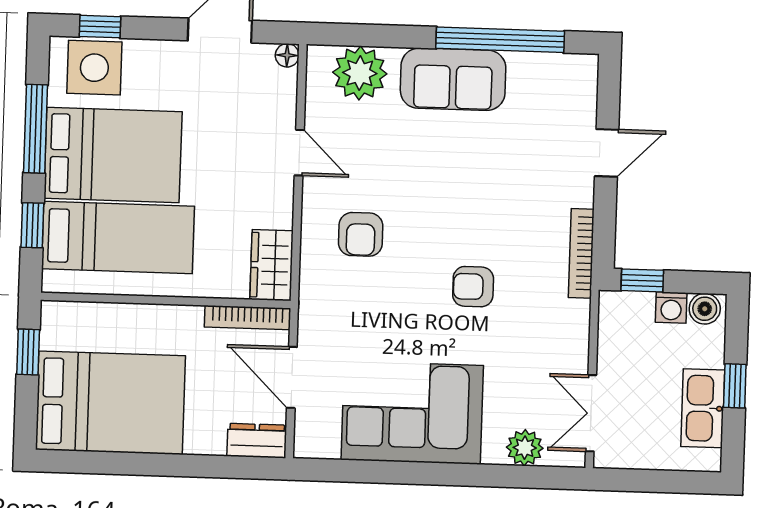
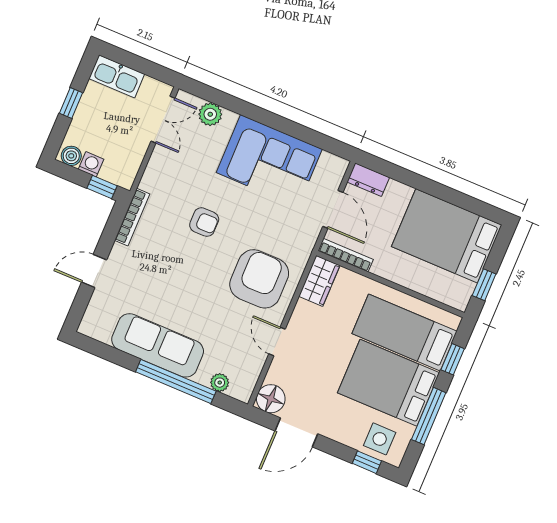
window: (500, 40) -> (176, 381), moved
floor lamp: (287, 55) -> (271, 399), width x1.89, depth x1.89
side table: (94, 68) -> (380, 439), width x0.73, depth x0.73
plant: (360, 73) -> (220, 383), width x0.53, depth x0.53
sofa: (453, 79) -> (158, 345), width x1.36
armchair: (361, 234) -> (259, 279), width x1.88, depth x1.88
kitchen sink: (703, 408) -> (117, 76), moved, turned 90

